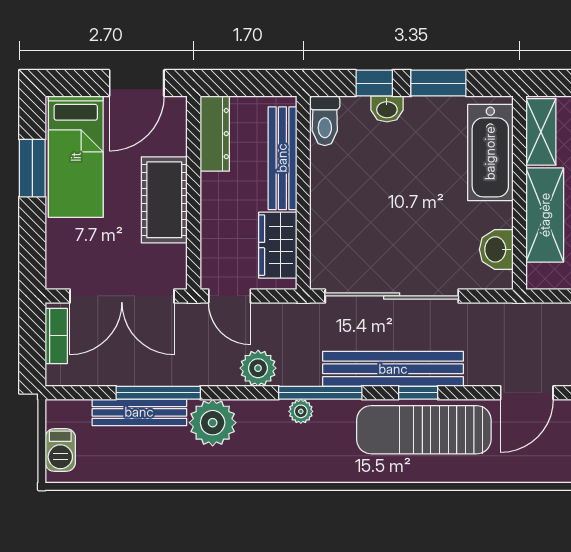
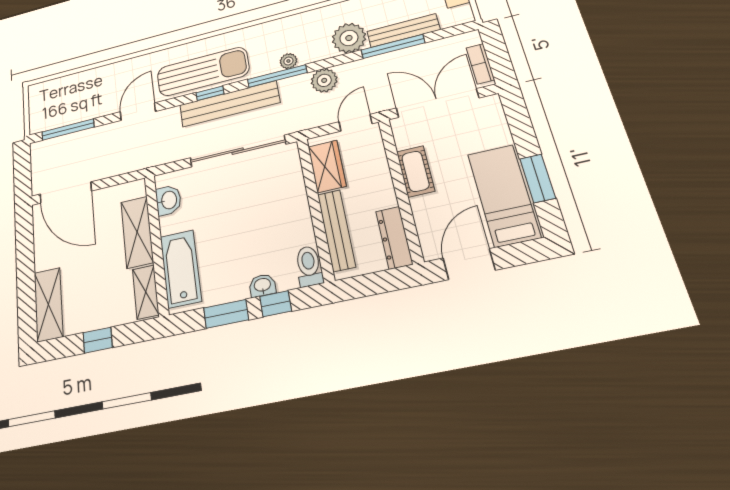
cot: (164, 200) -> (416, 171), width x0.73, depth x0.75
door: (230, 296) -> (355, 123), hinge flipped

